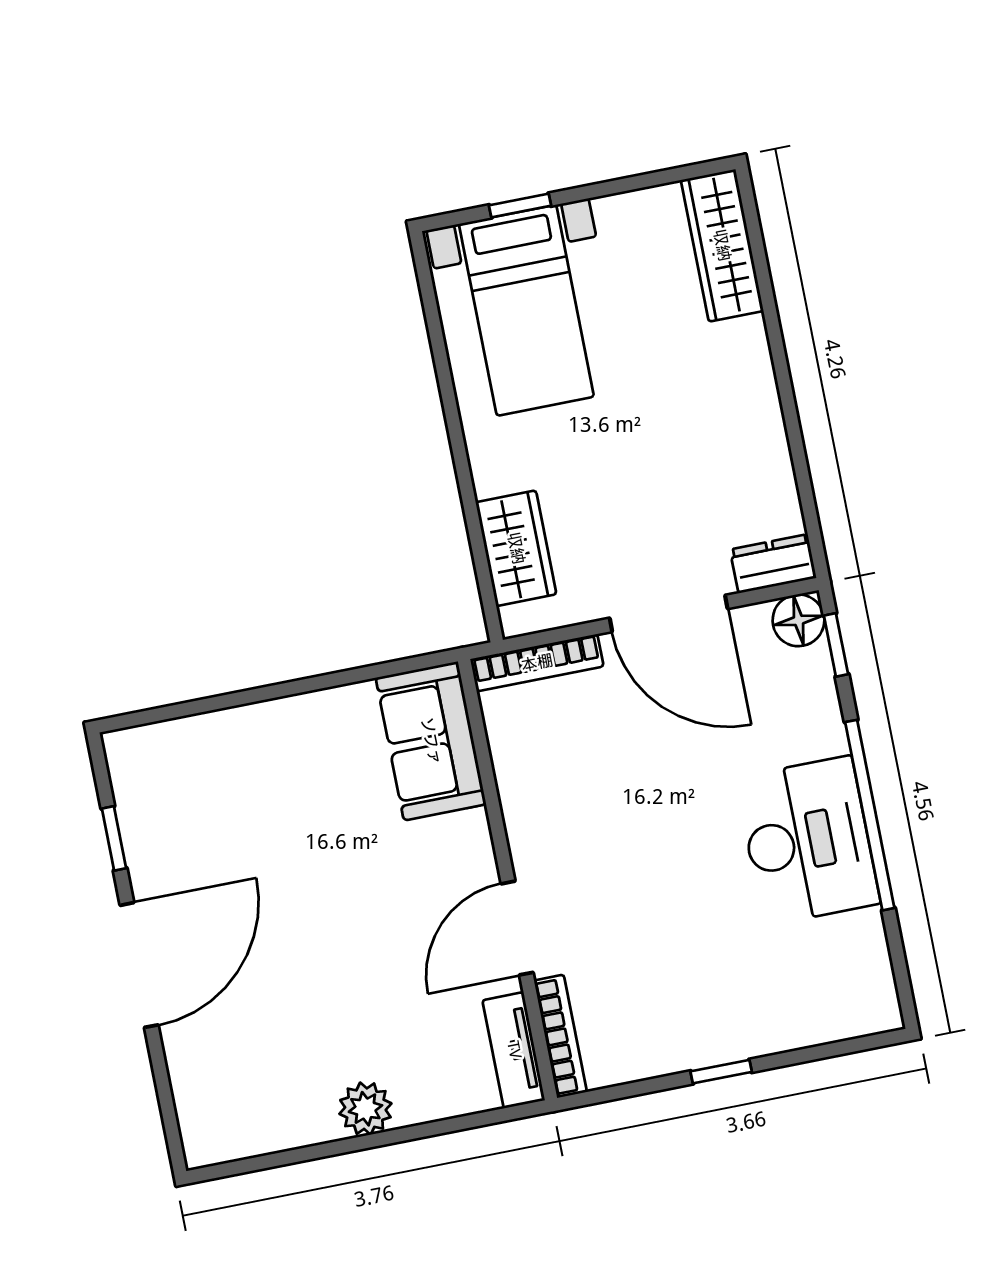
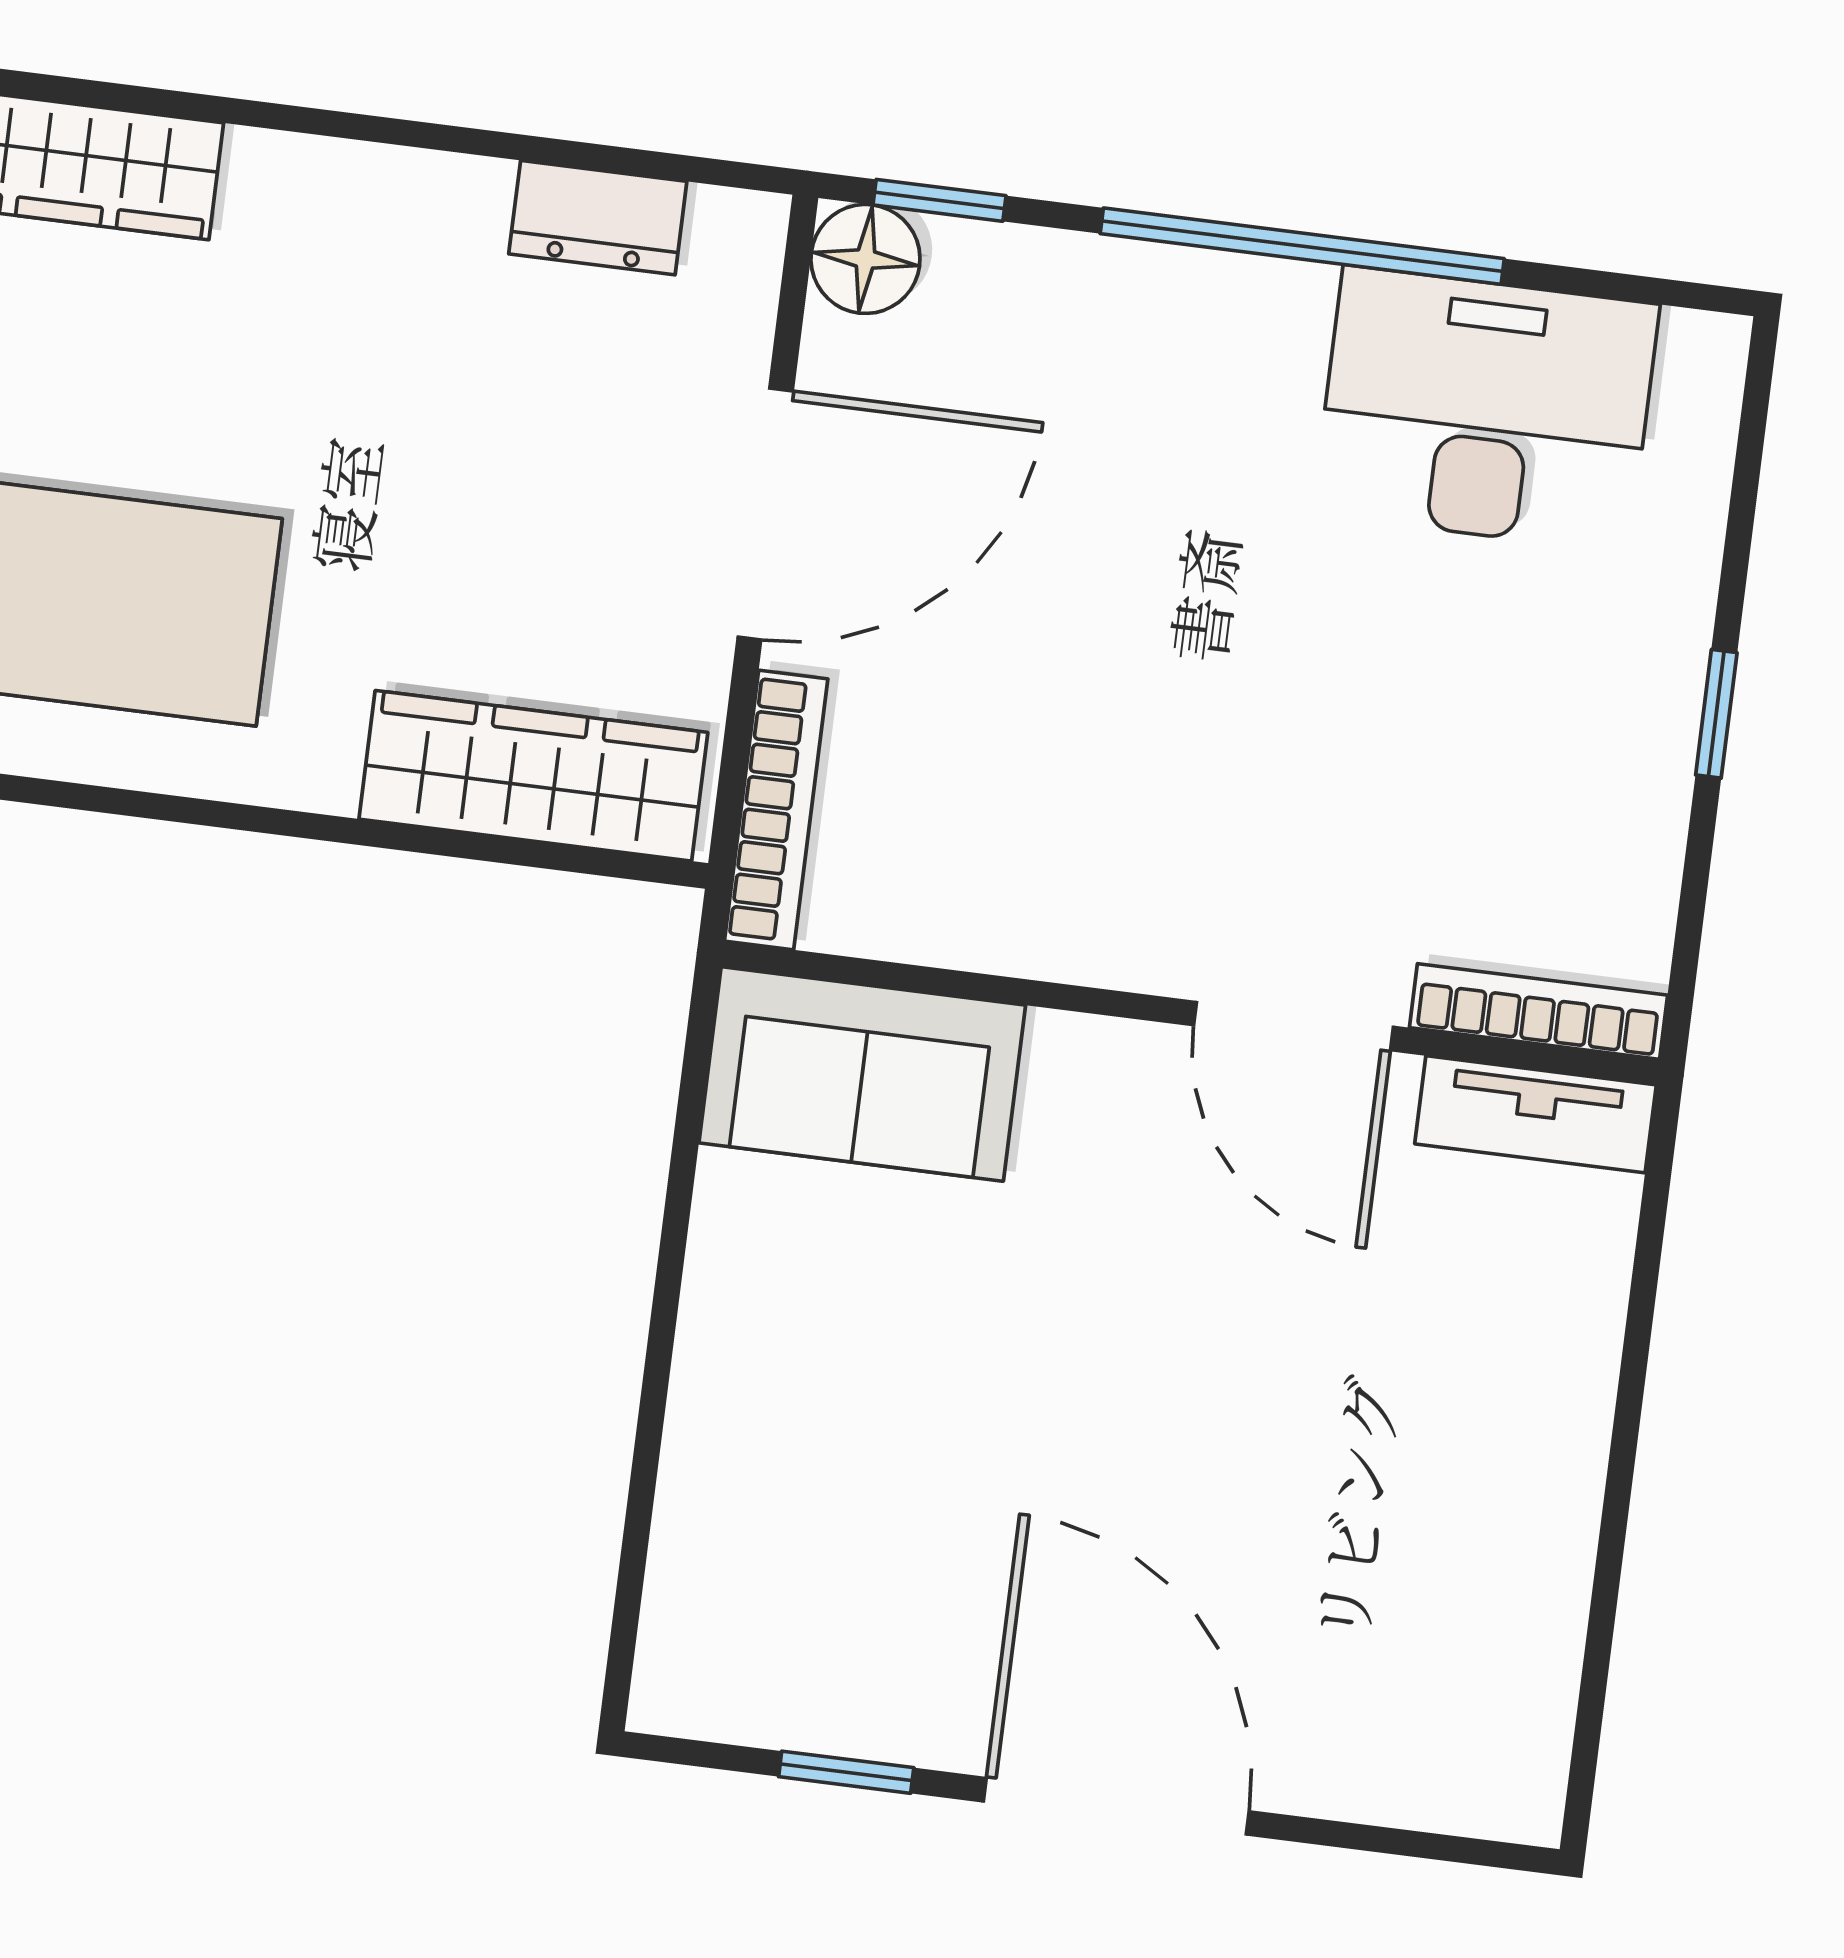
wardrobe: (516, 548) -> (533, 776), width x1.50
dresser: (773, 564) -> (598, 218), moved, turned -90
desk: (808, 841) -> (1486, 409), moved
plant: (365, 1109) -> (1554, 1449), removed

